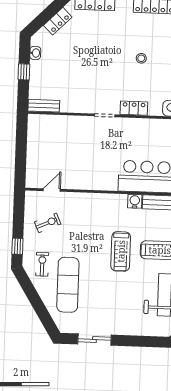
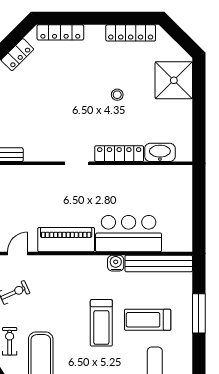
locker: (134, 108) -> (119, 154), width x1.53
piano: (93, 180) -> (66, 240), added

